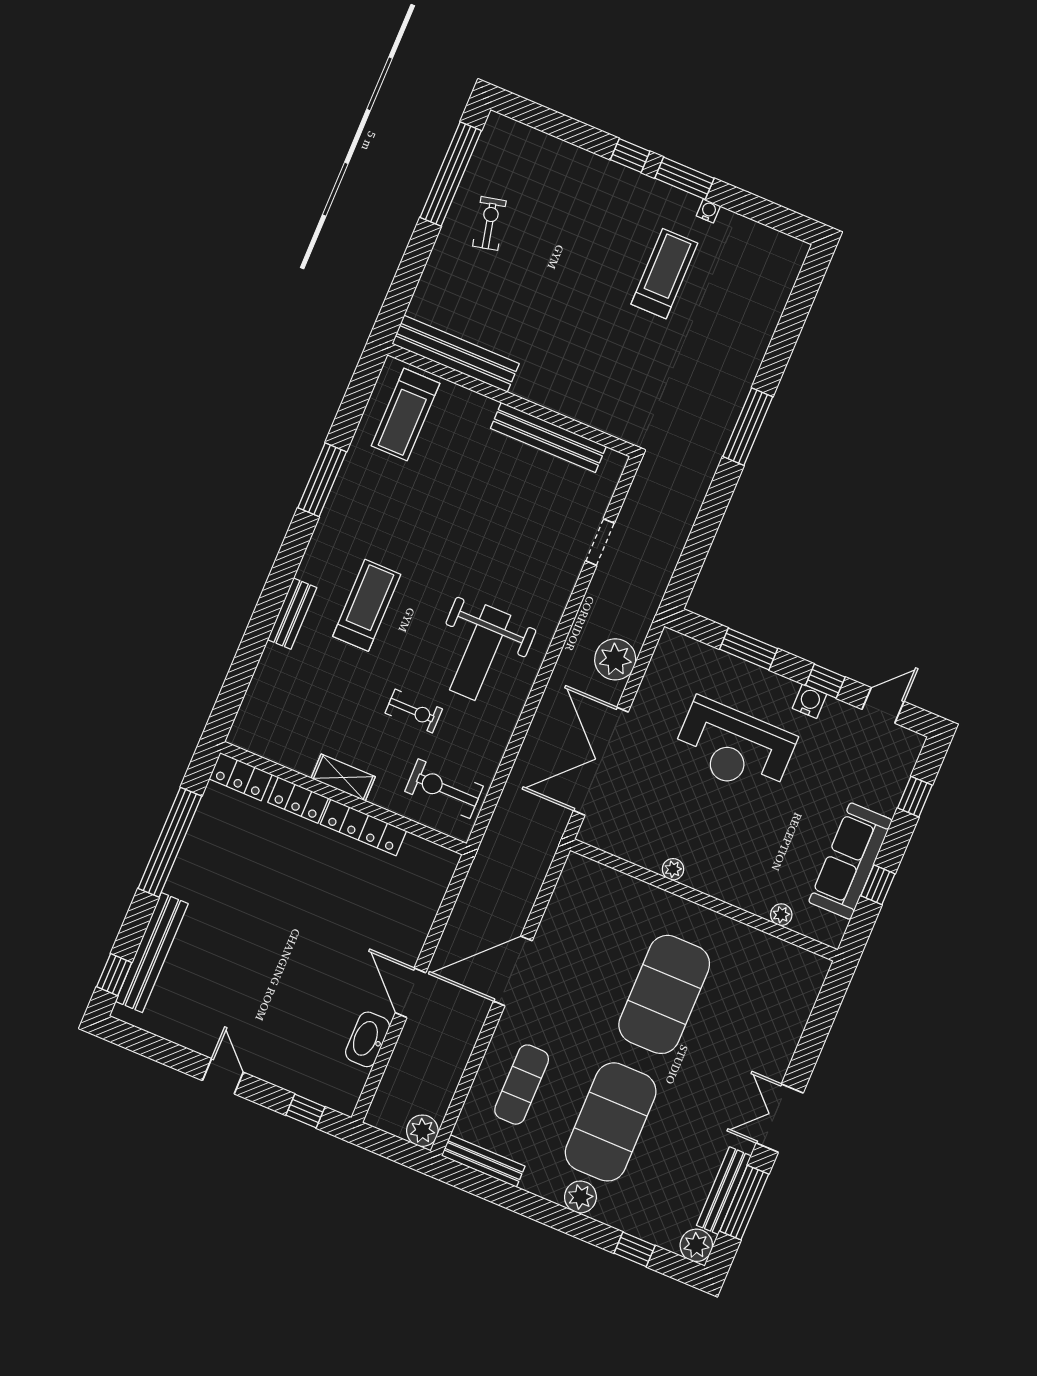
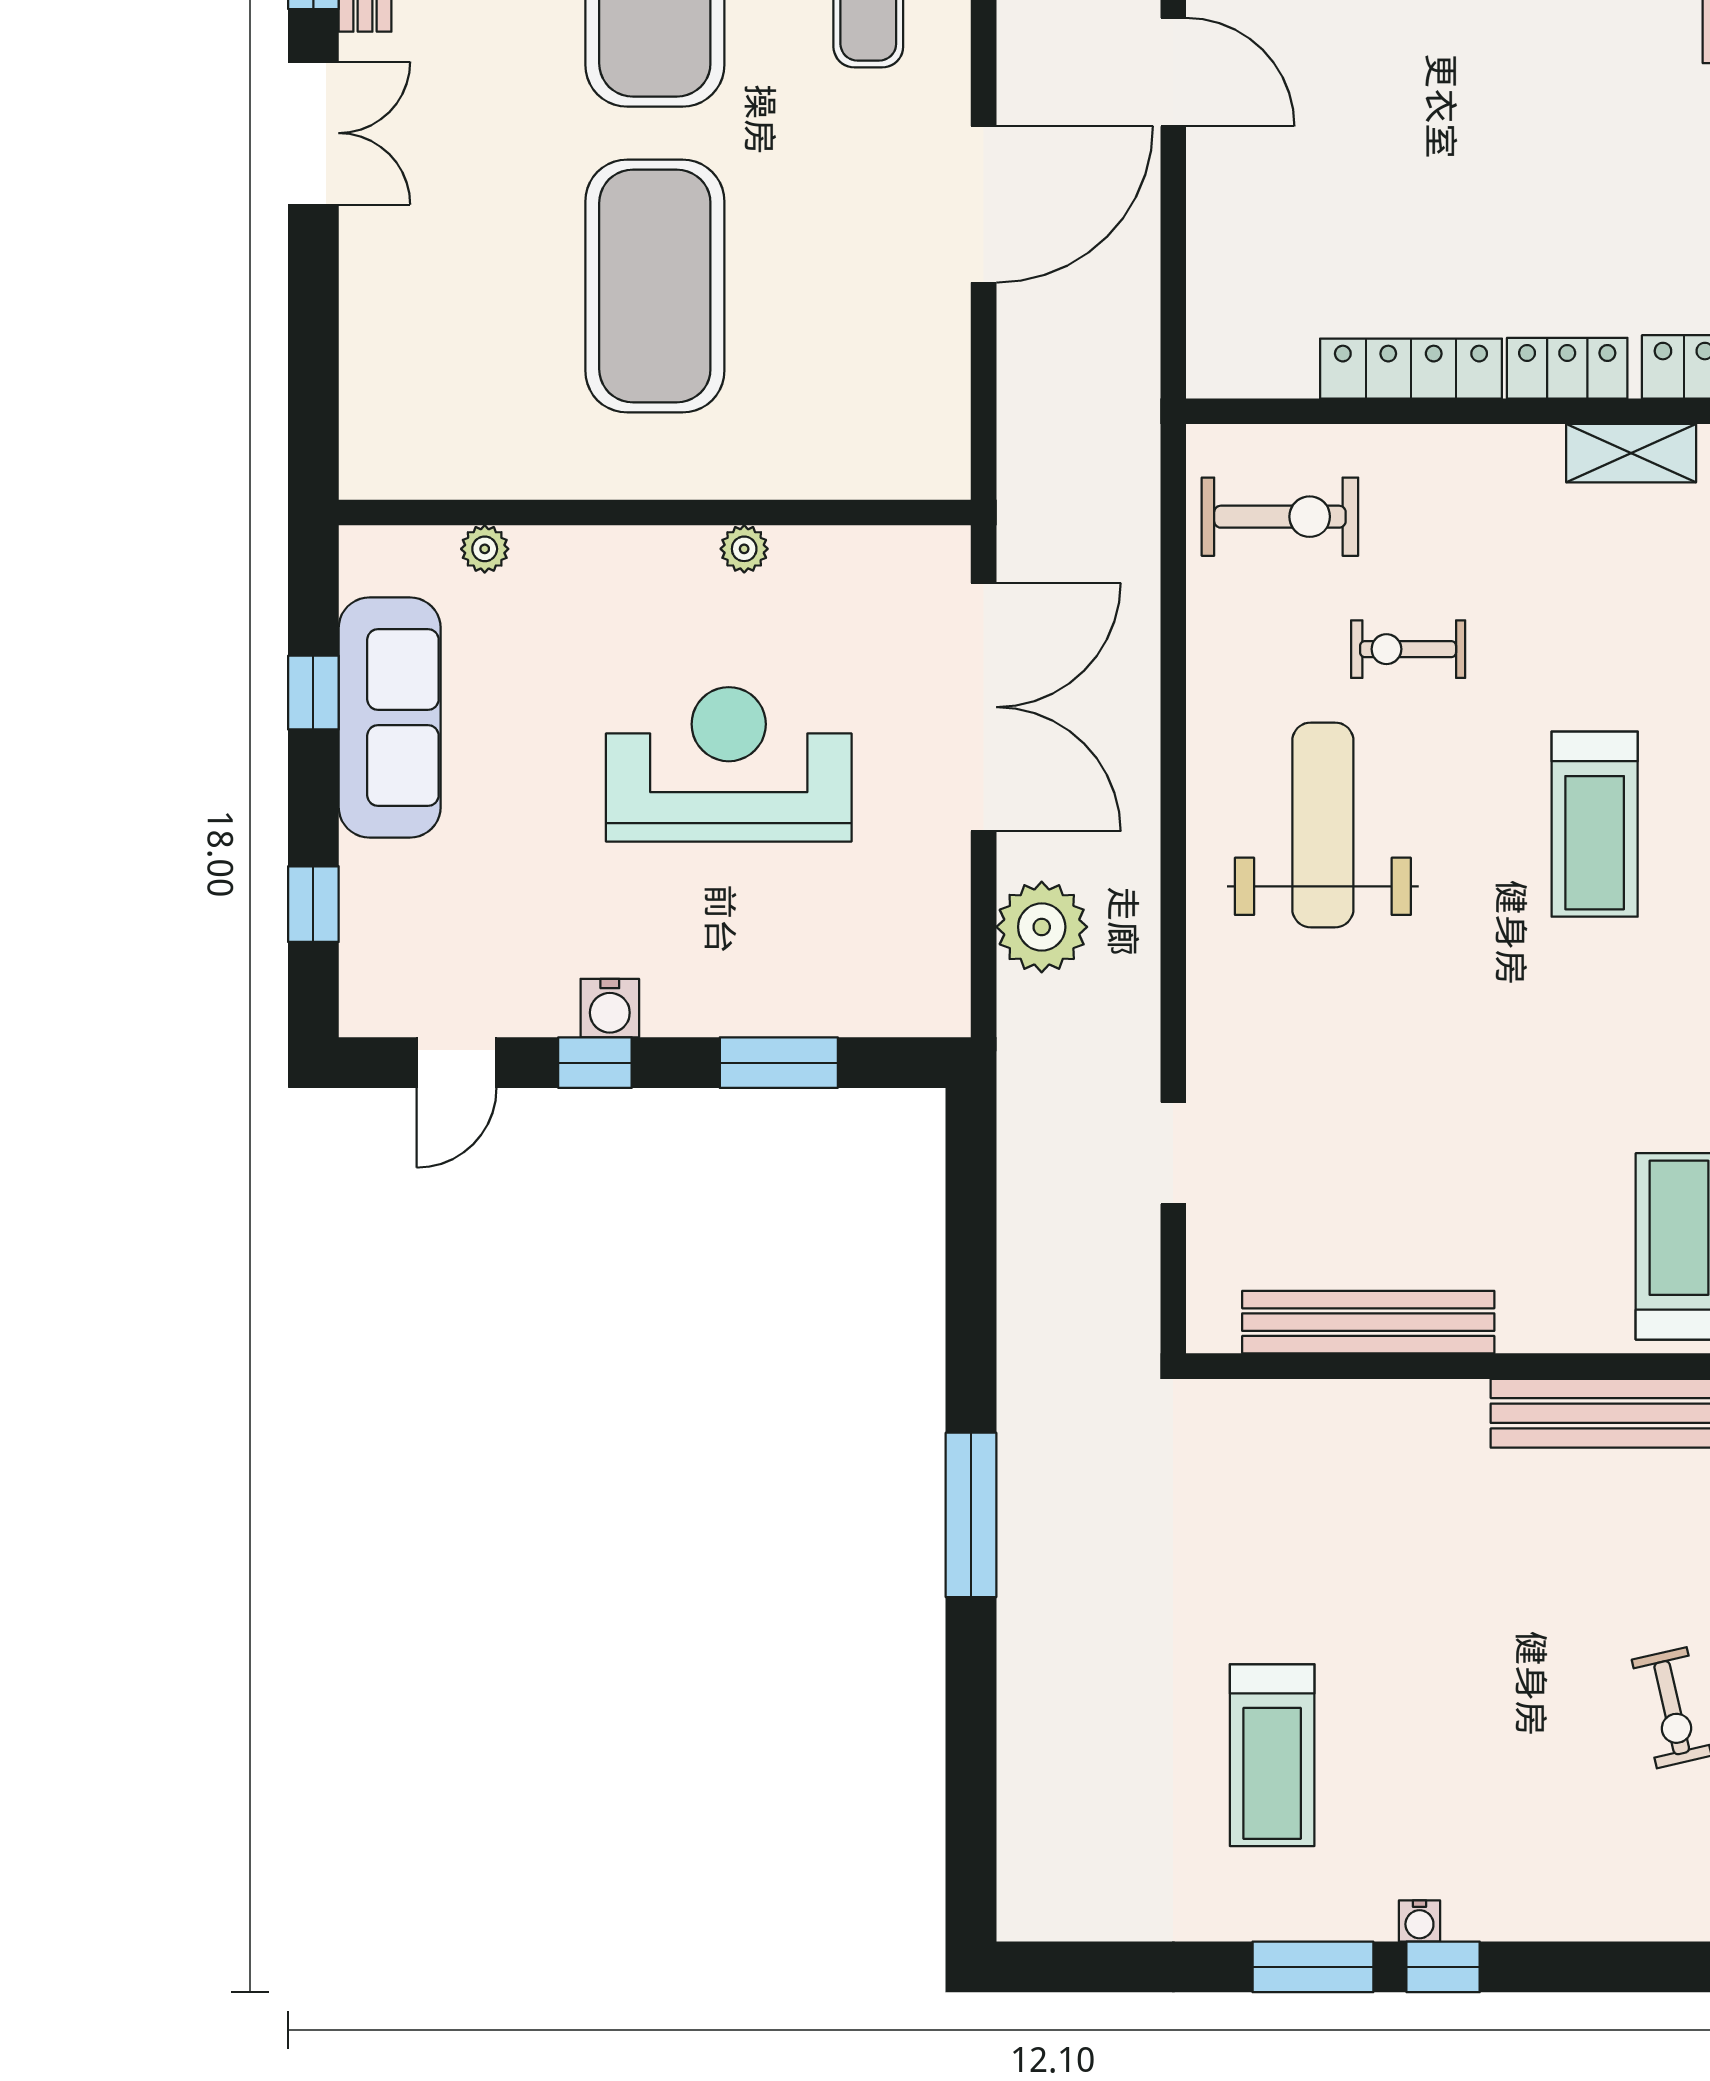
water cooler: (708, 211) -> (1419, 1921), moved
reception desk: (734, 747) -> (729, 764), moved
shelving: (343, 777) -> (1631, 453), moved

